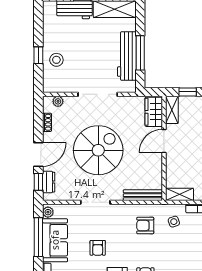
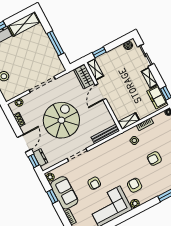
workbench: (127, 56) -> (48, 50), removed
armchair: (145, 225) -> (154, 159), moved
window: (38, 237) -> (52, 196), width x0.46

